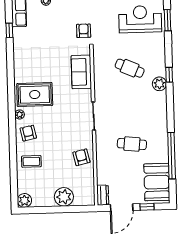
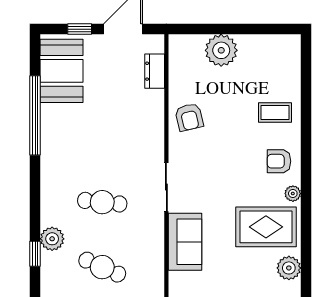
sofa: (81, 72) -> (185, 242), moved
armchair: (28, 133) -> (279, 161), turned 102
cafe table: (132, 144) -> (102, 202), moved
dresser: (103, 195) -> (155, 71), moved
plant: (24, 200) -> (289, 268), moved

